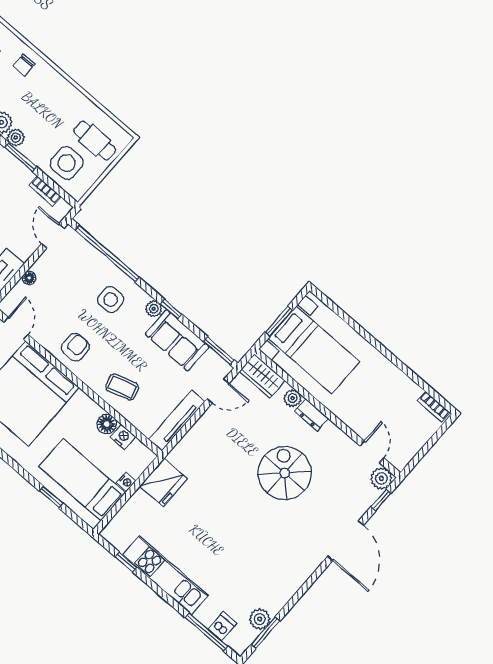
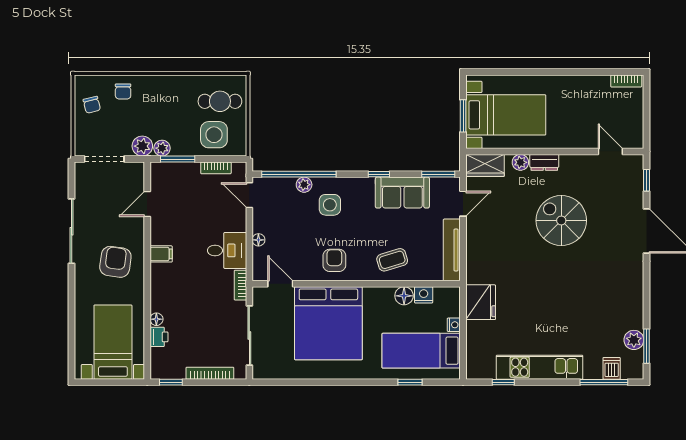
plant: (154, 309) -> (304, 185), moved
plant: (381, 478) -> (633, 164), removed

